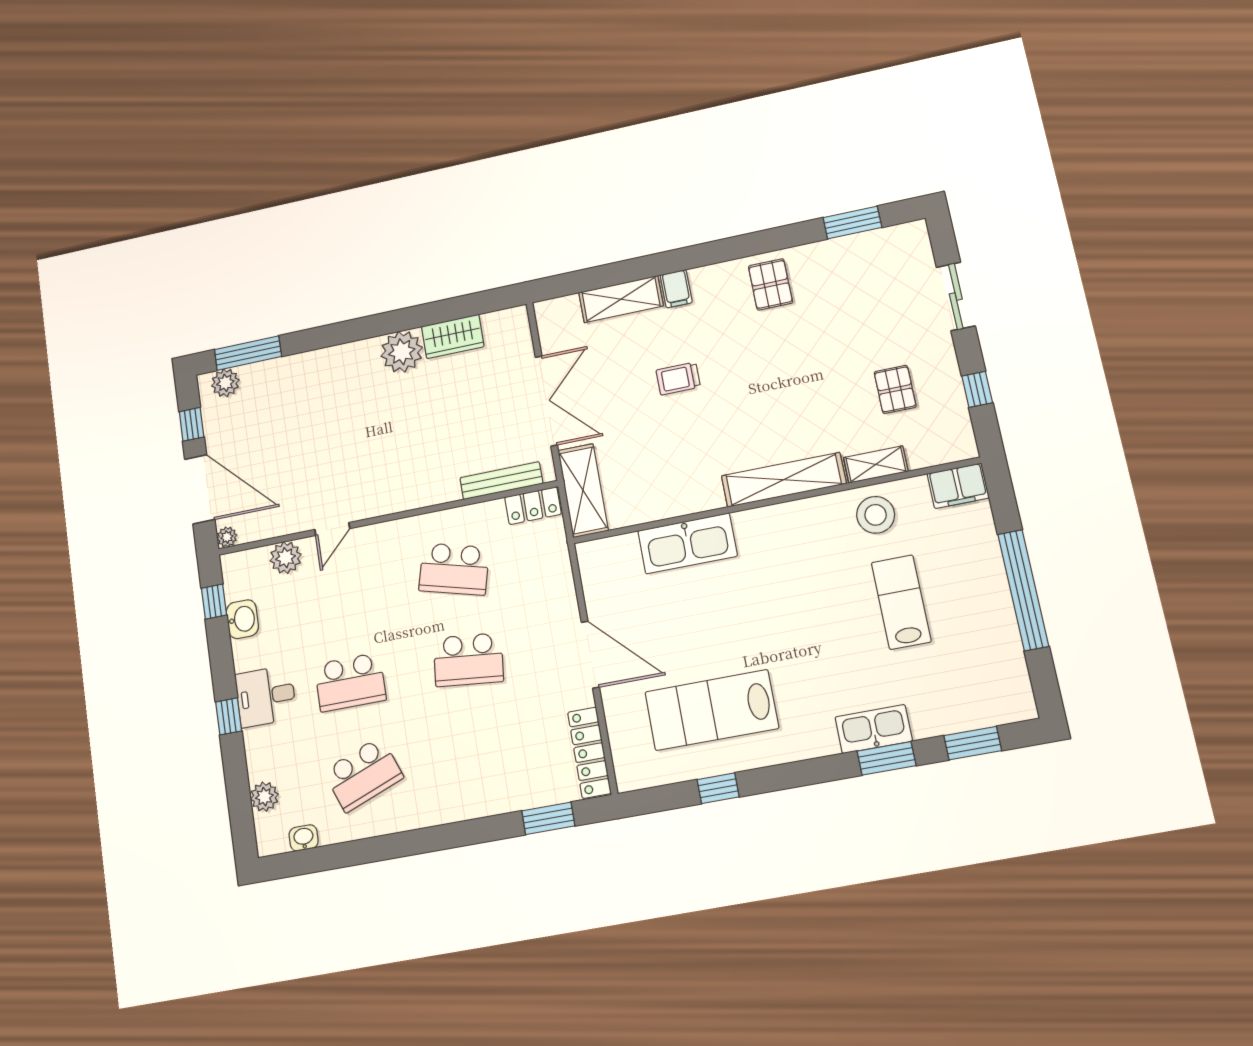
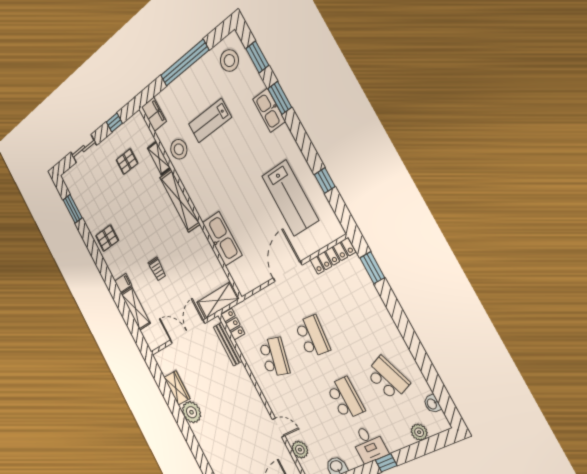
stool: (989, 685) -> (229, 61), added

